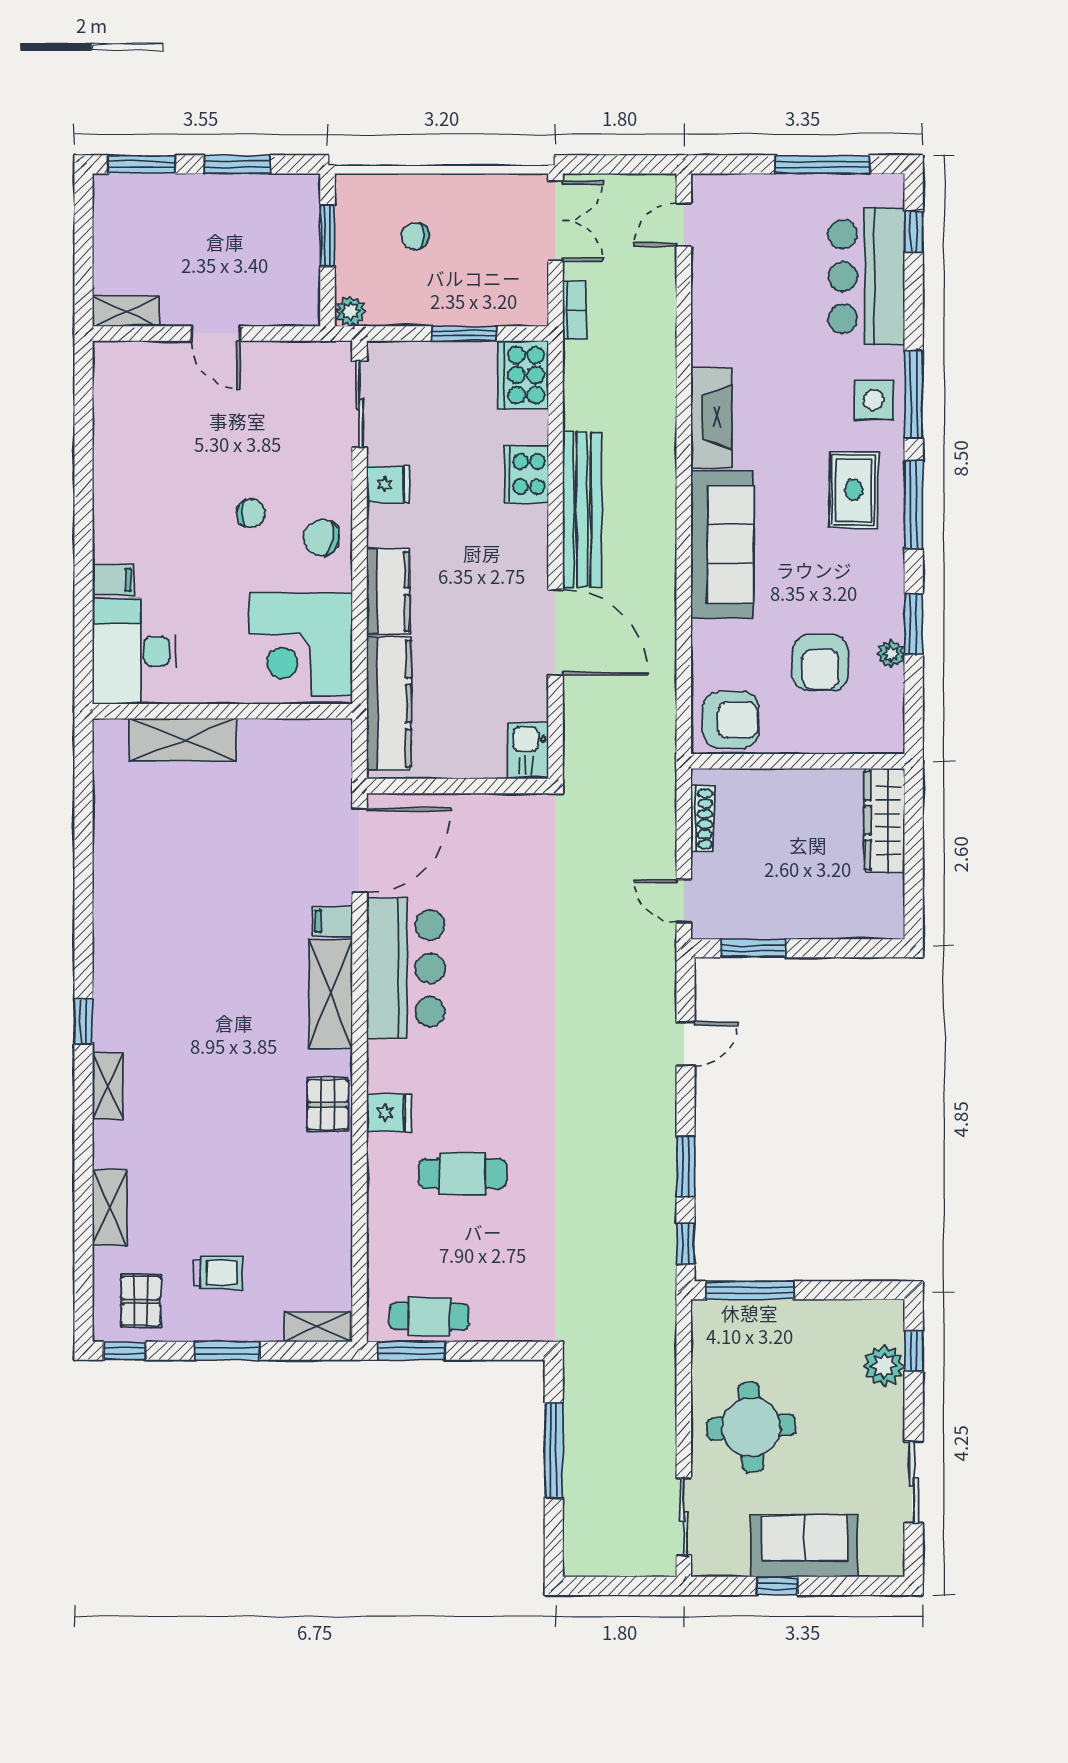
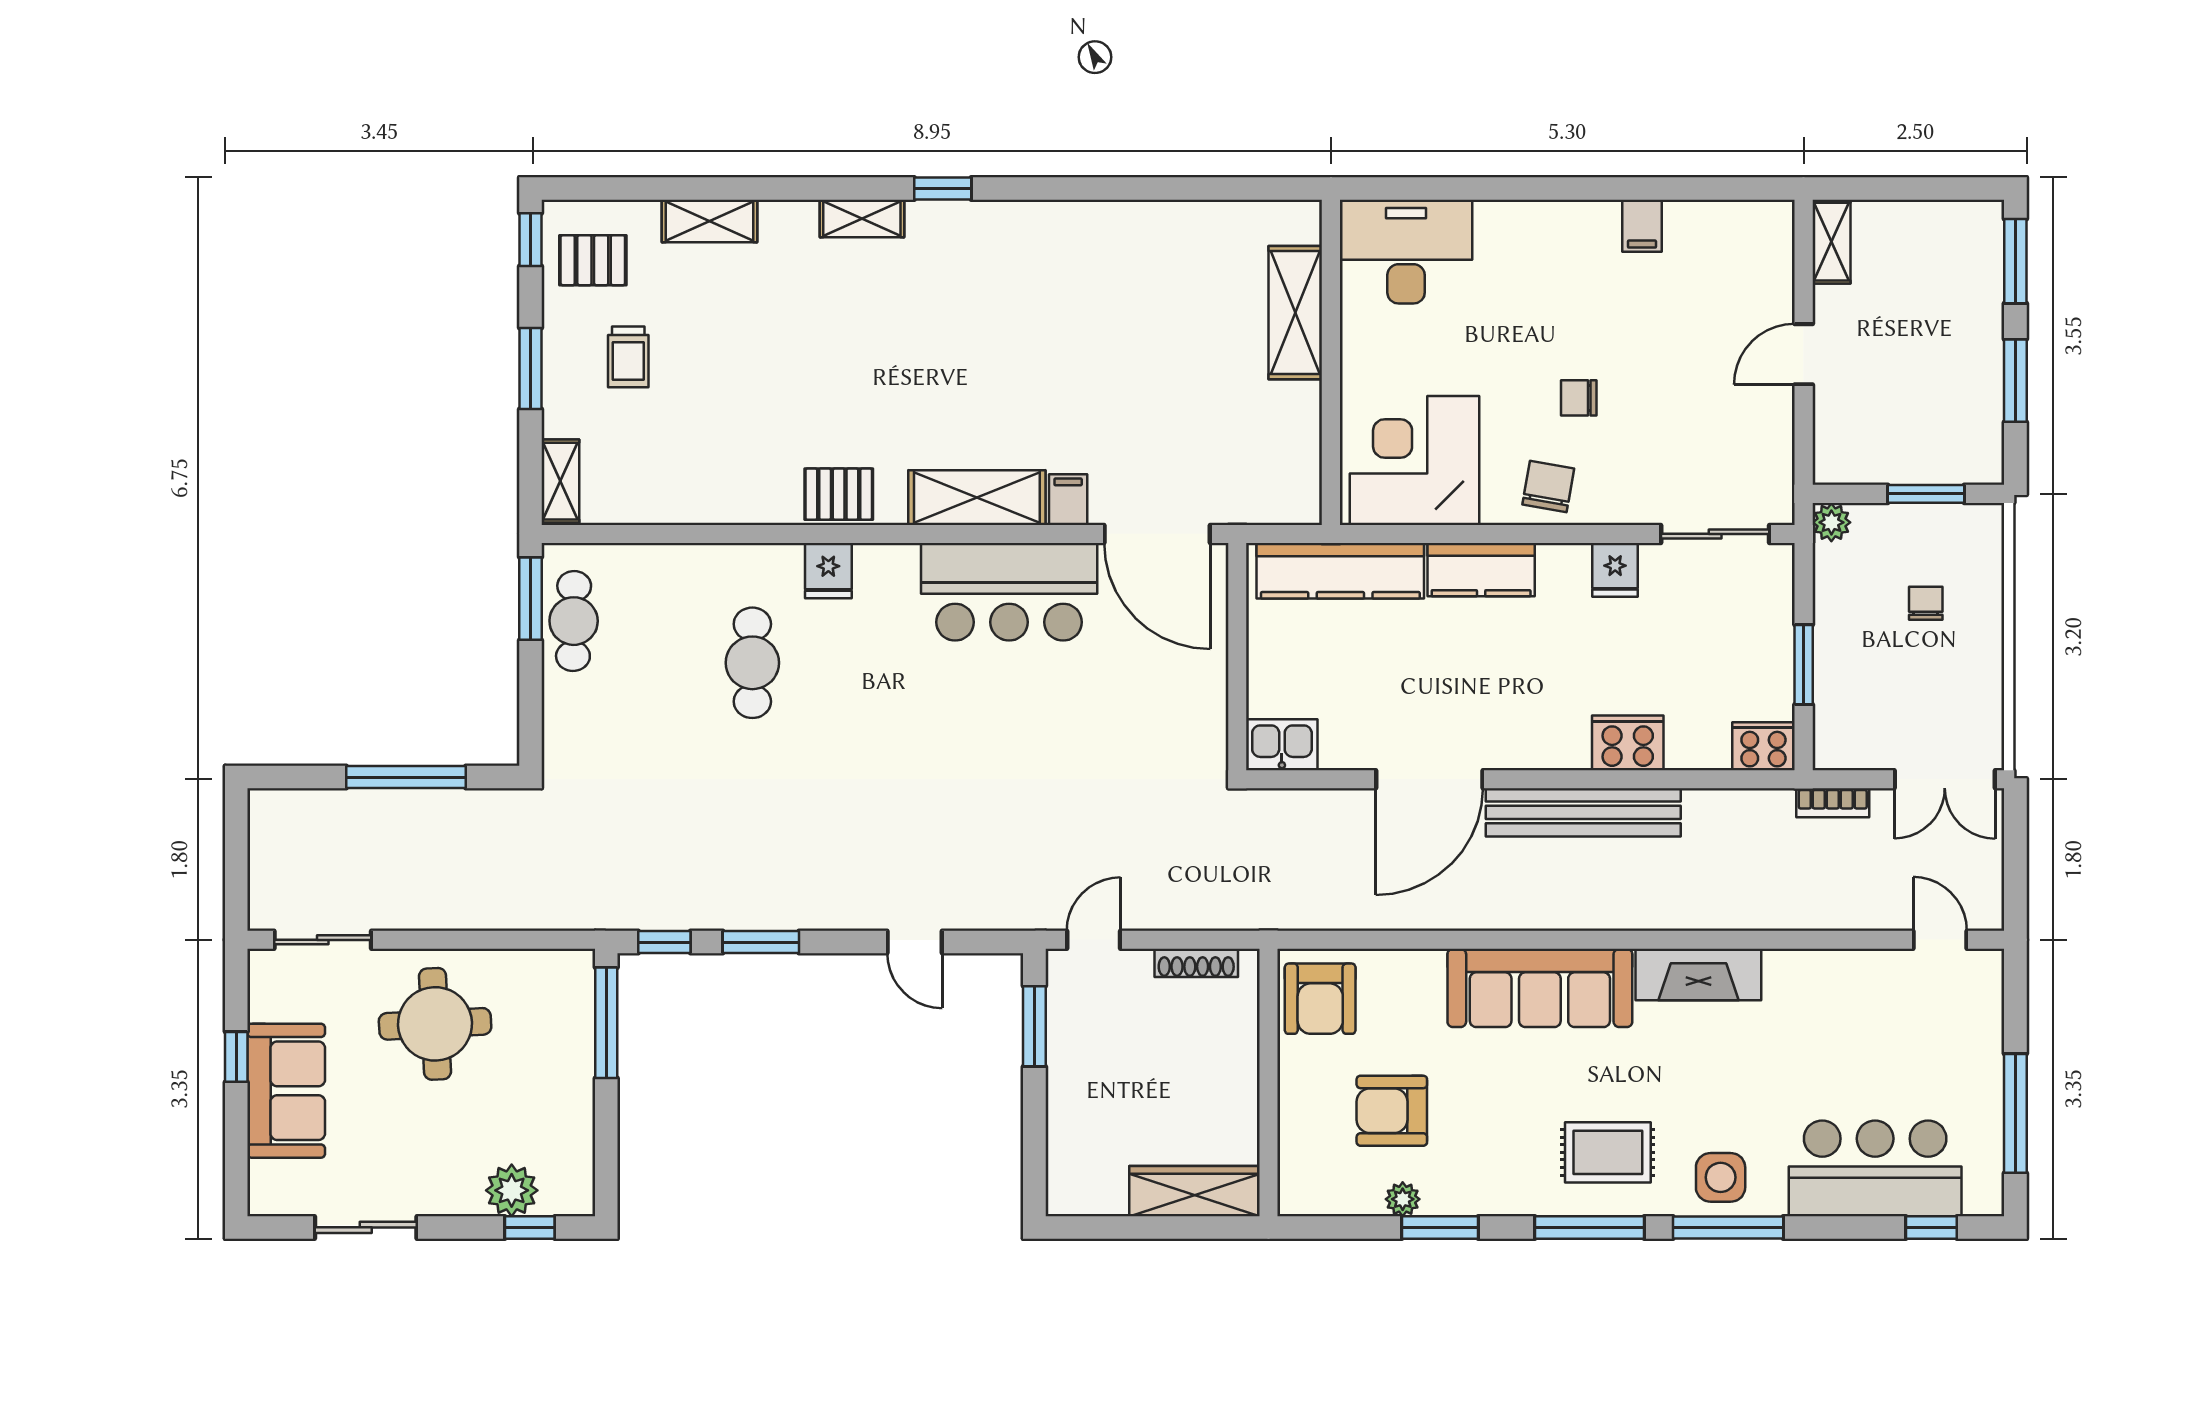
cooker: (523, 375) -> (1763, 746), width x0.73, depth x0.76
chair: (251, 513) -> (1579, 398), turned 90
filing cabinet: (113, 580) -> (1642, 226), moved

